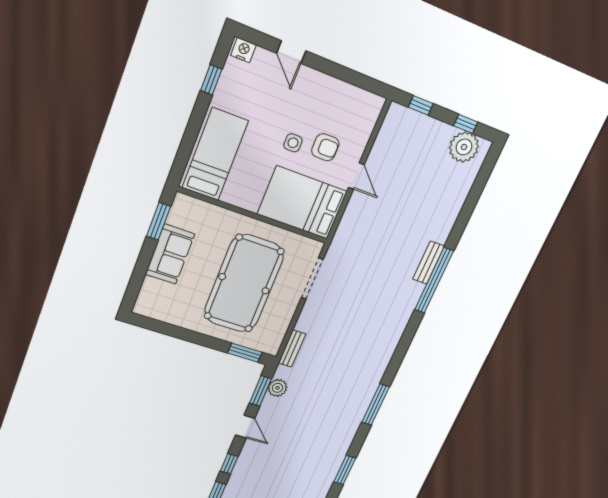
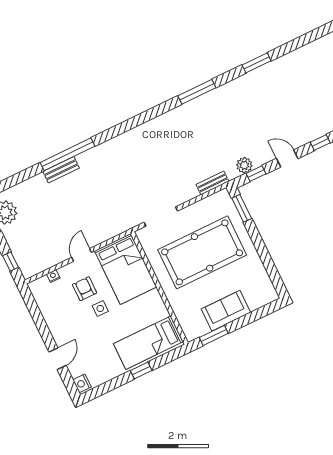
window: (211, 80) -> (141, 371), moved
nightstand: (367, 131) -> (53, 276), added
bench: (429, 263) -> (61, 170), moved
window: (434, 280) -> (68, 154), moved
window: (260, 391) -> (256, 174), width x0.67
door: (245, 427) -> (287, 159), hinge flipped

